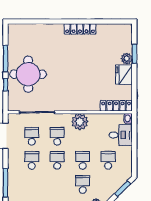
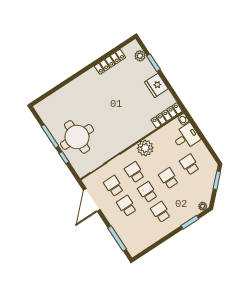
locker: (80, 29) -> (110, 62), moved
plant: (127, 59) -> (140, 56), moved
school desk: (83, 184) -> (161, 212), moved

